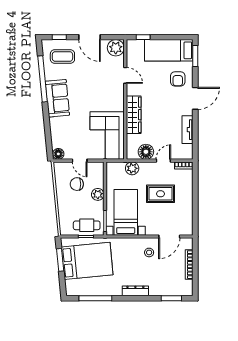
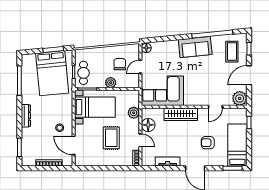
armchair: (178, 79) -> (208, 143), moved

